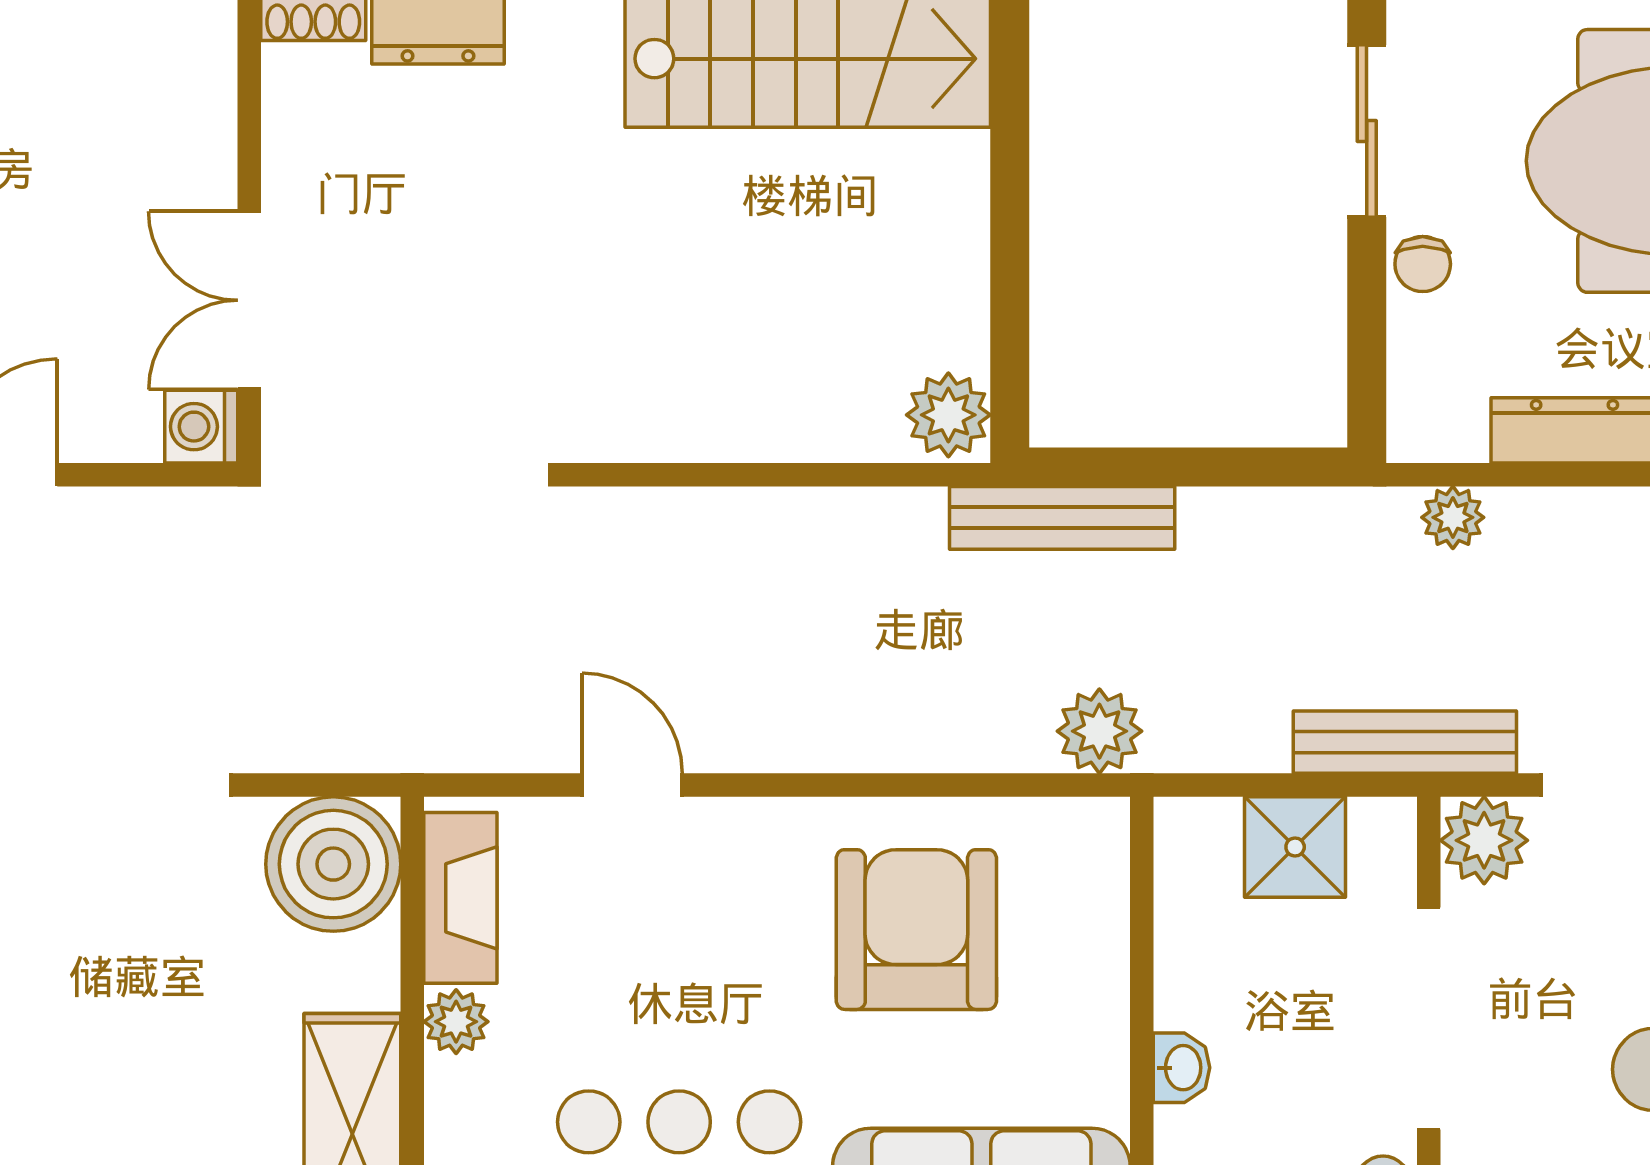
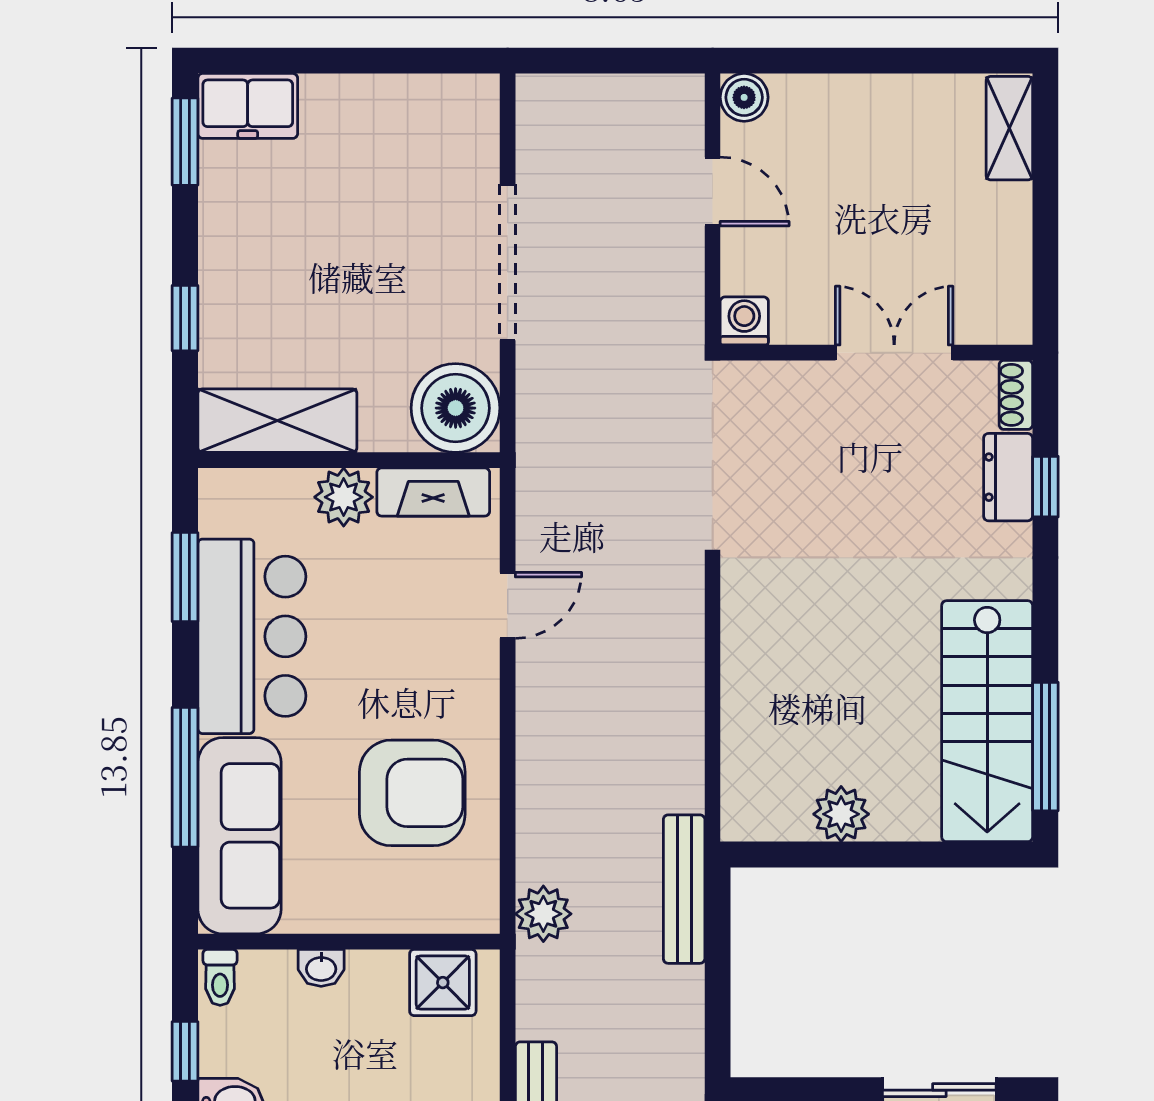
double door: (249, 300) -> (894, 353), moved
plant: (948, 415) -> (841, 814), moved
shower: (1295, 847) -> (443, 983), moved
plant: (456, 1022) -> (344, 497), width x1.38, depth x1.38

